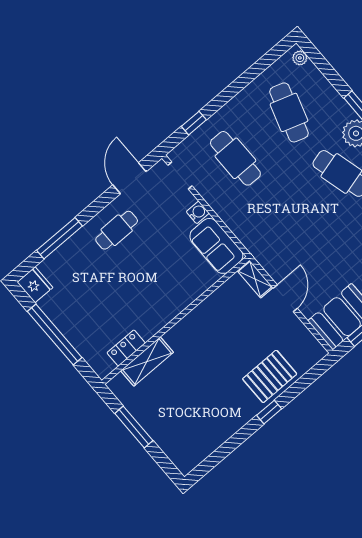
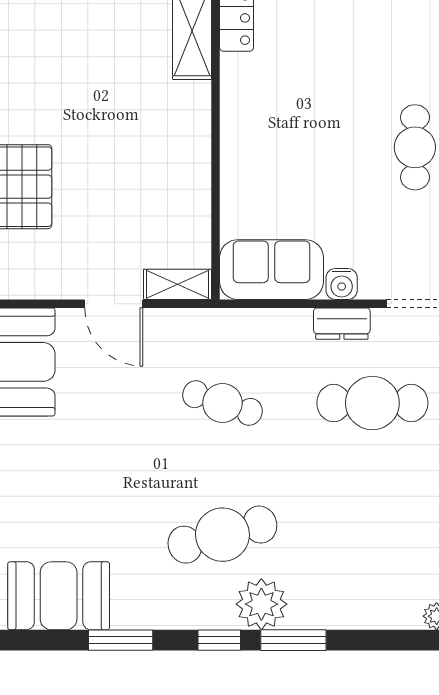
cafe table: (289, 112) -> (222, 403), moved, width x0.73, depth x0.74
dresser: (214, 198) -> (342, 324), added

